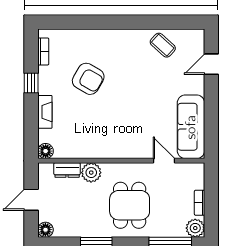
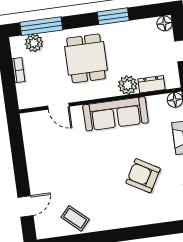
sofa: (191, 127) -> (116, 114), moved, turned 90
plant: (195, 228) -> (34, 43), moved

